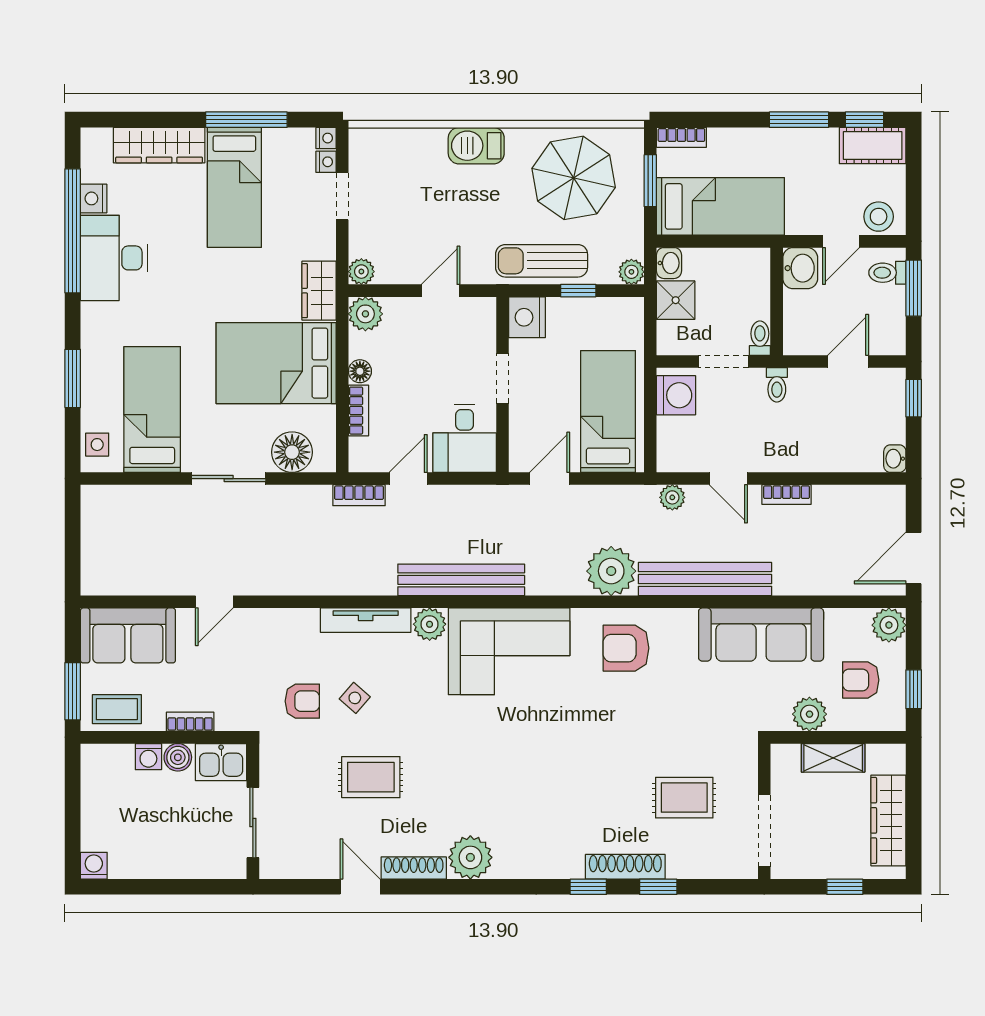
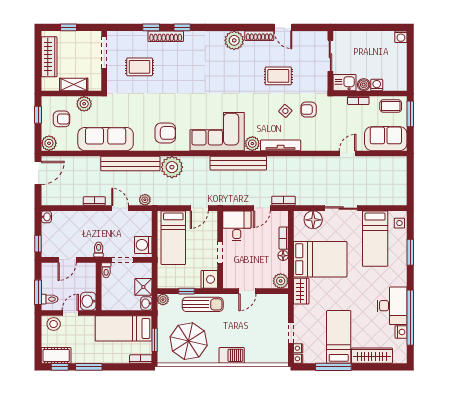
plant: (361, 272) -> (282, 300), removed

